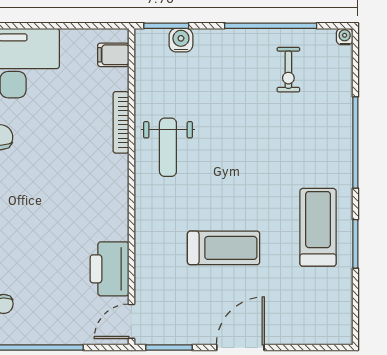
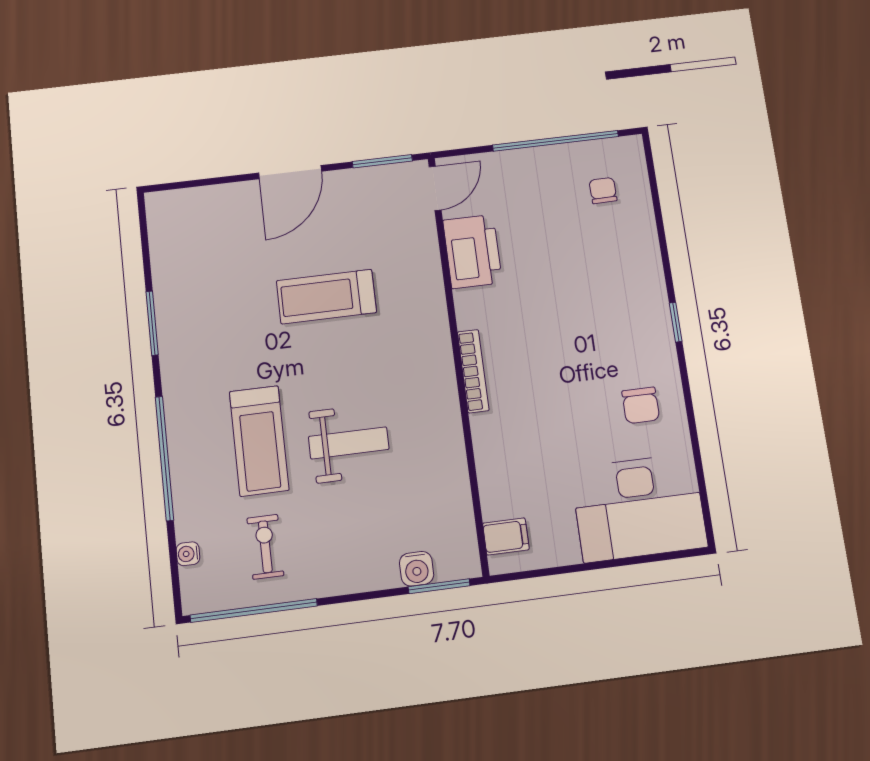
window: (271, 26) -> (254, 610), moved
water cooler: (345, 37) -> (188, 554), moved, turned 90
bookcase: (121, 122) -> (473, 371), moved
weight bench: (168, 147) -> (349, 443), moved, turned 90
treadmill: (318, 227) -> (259, 441), moved

